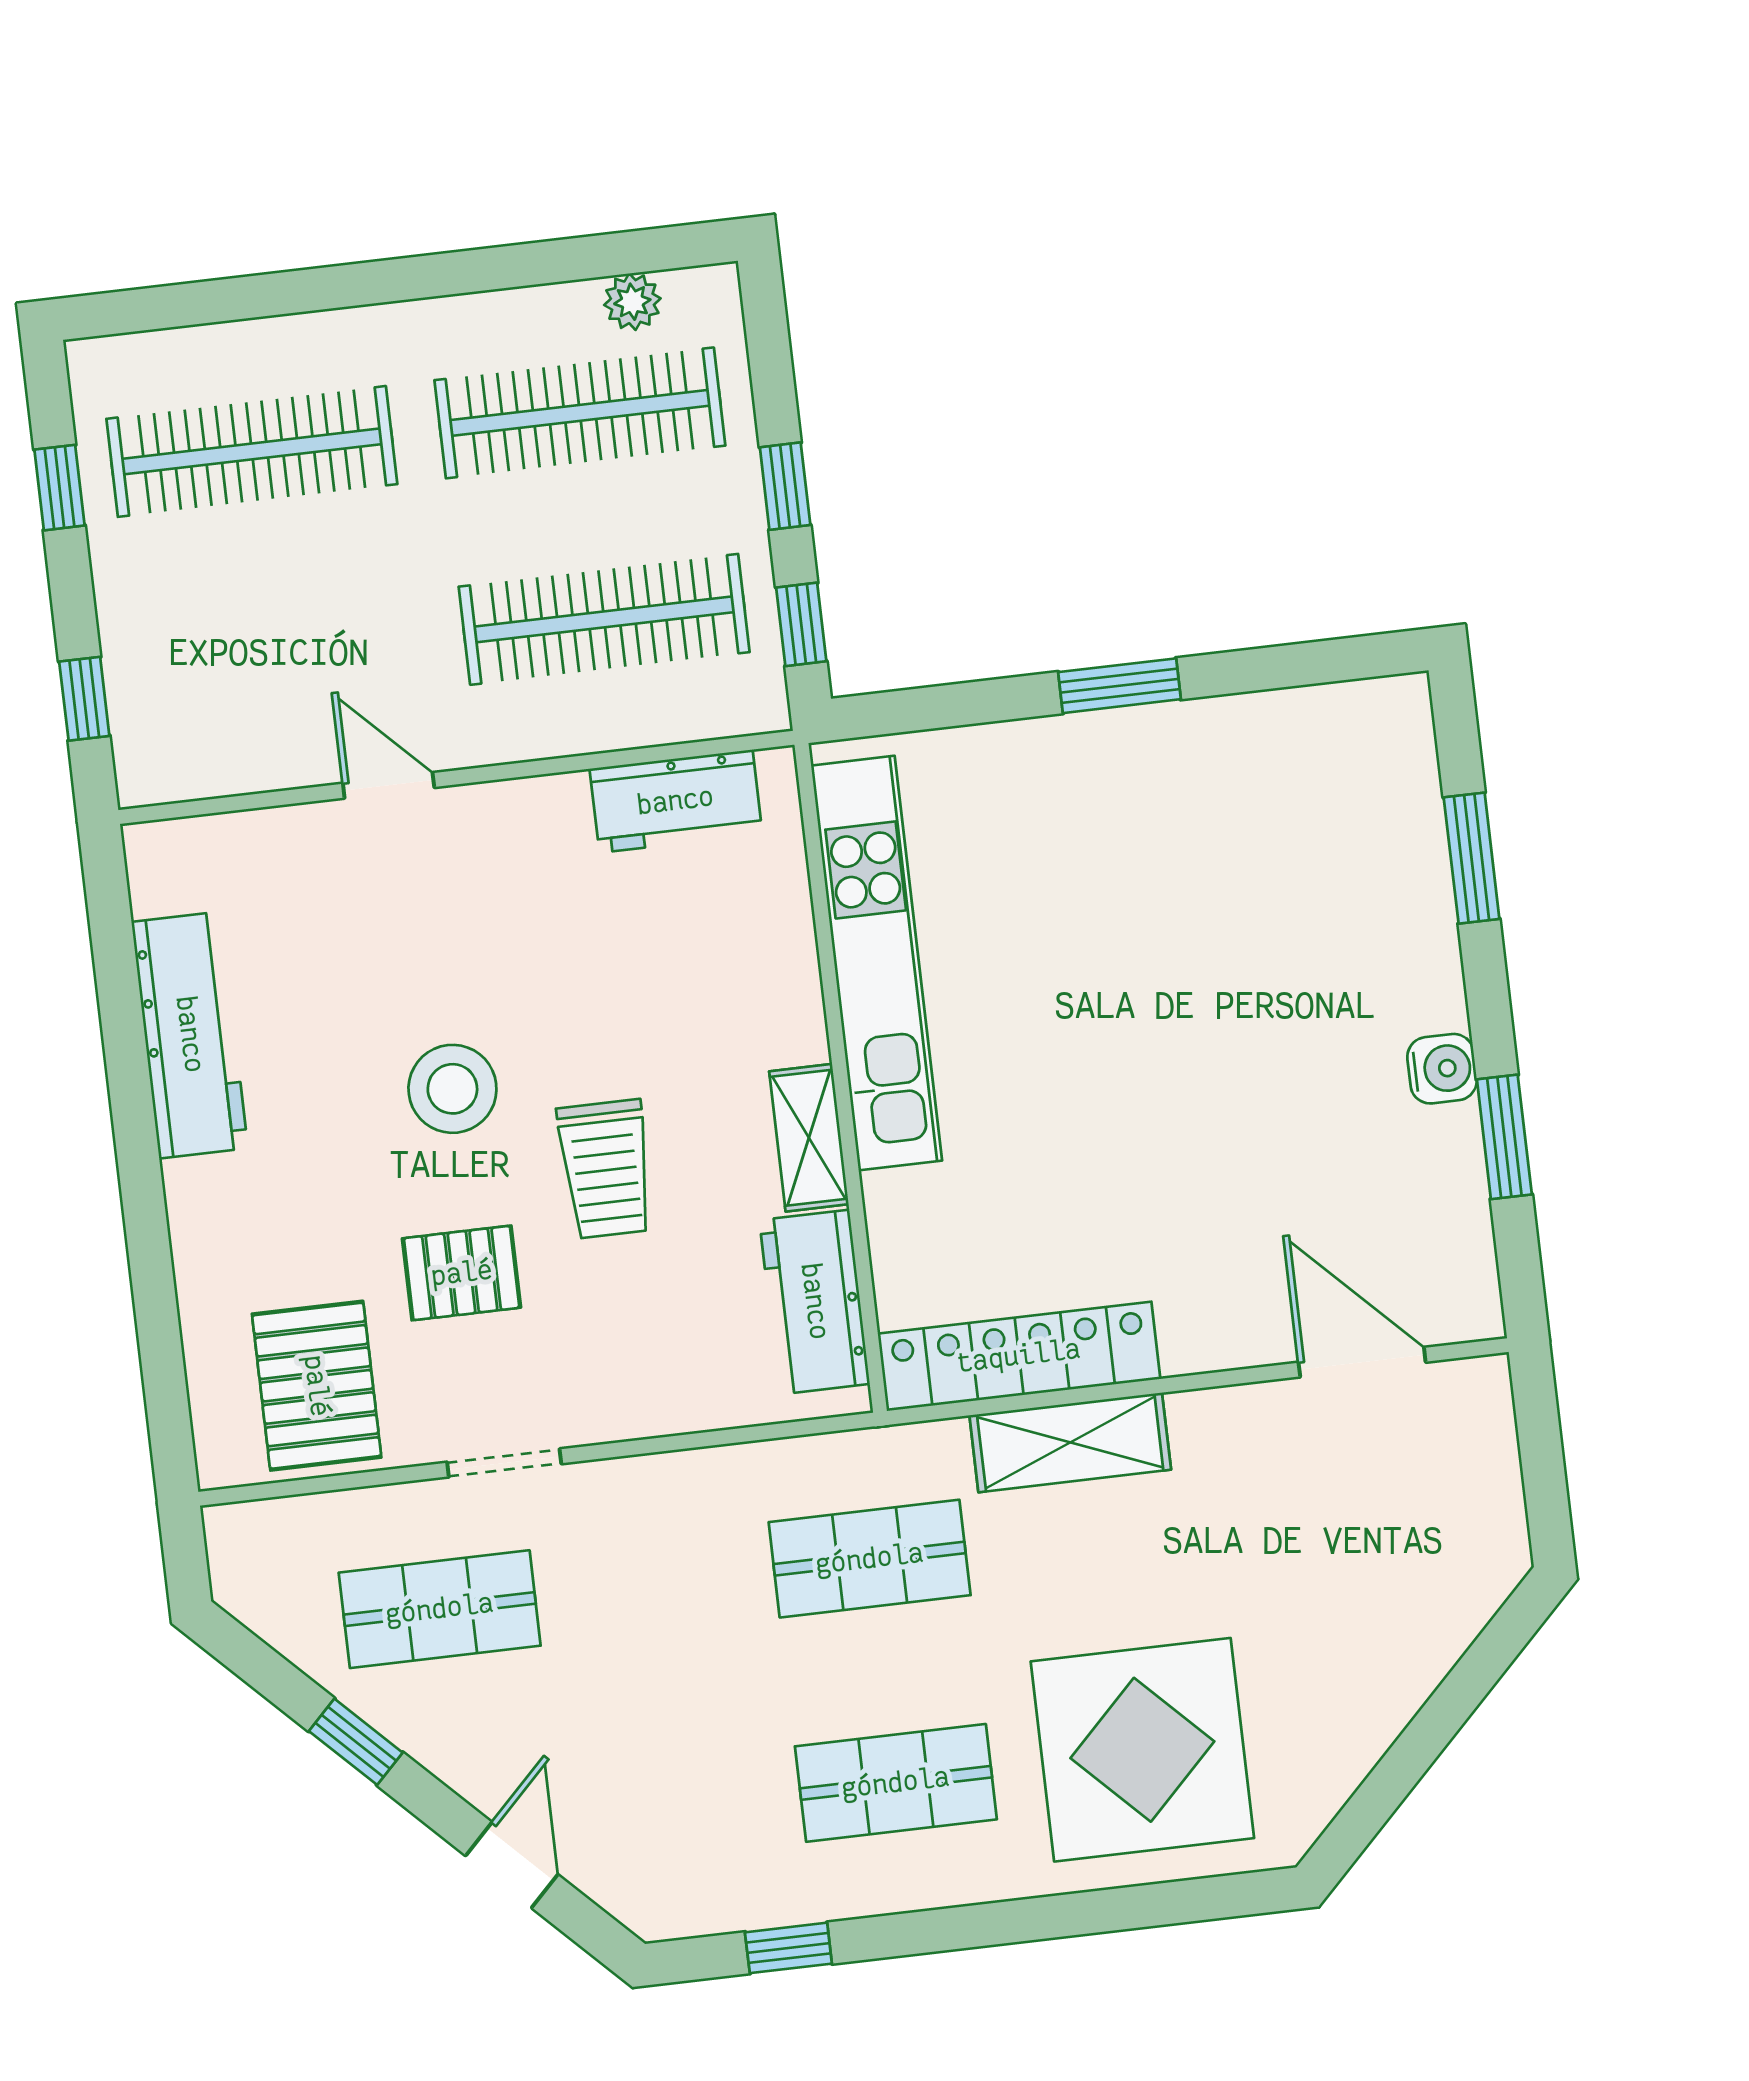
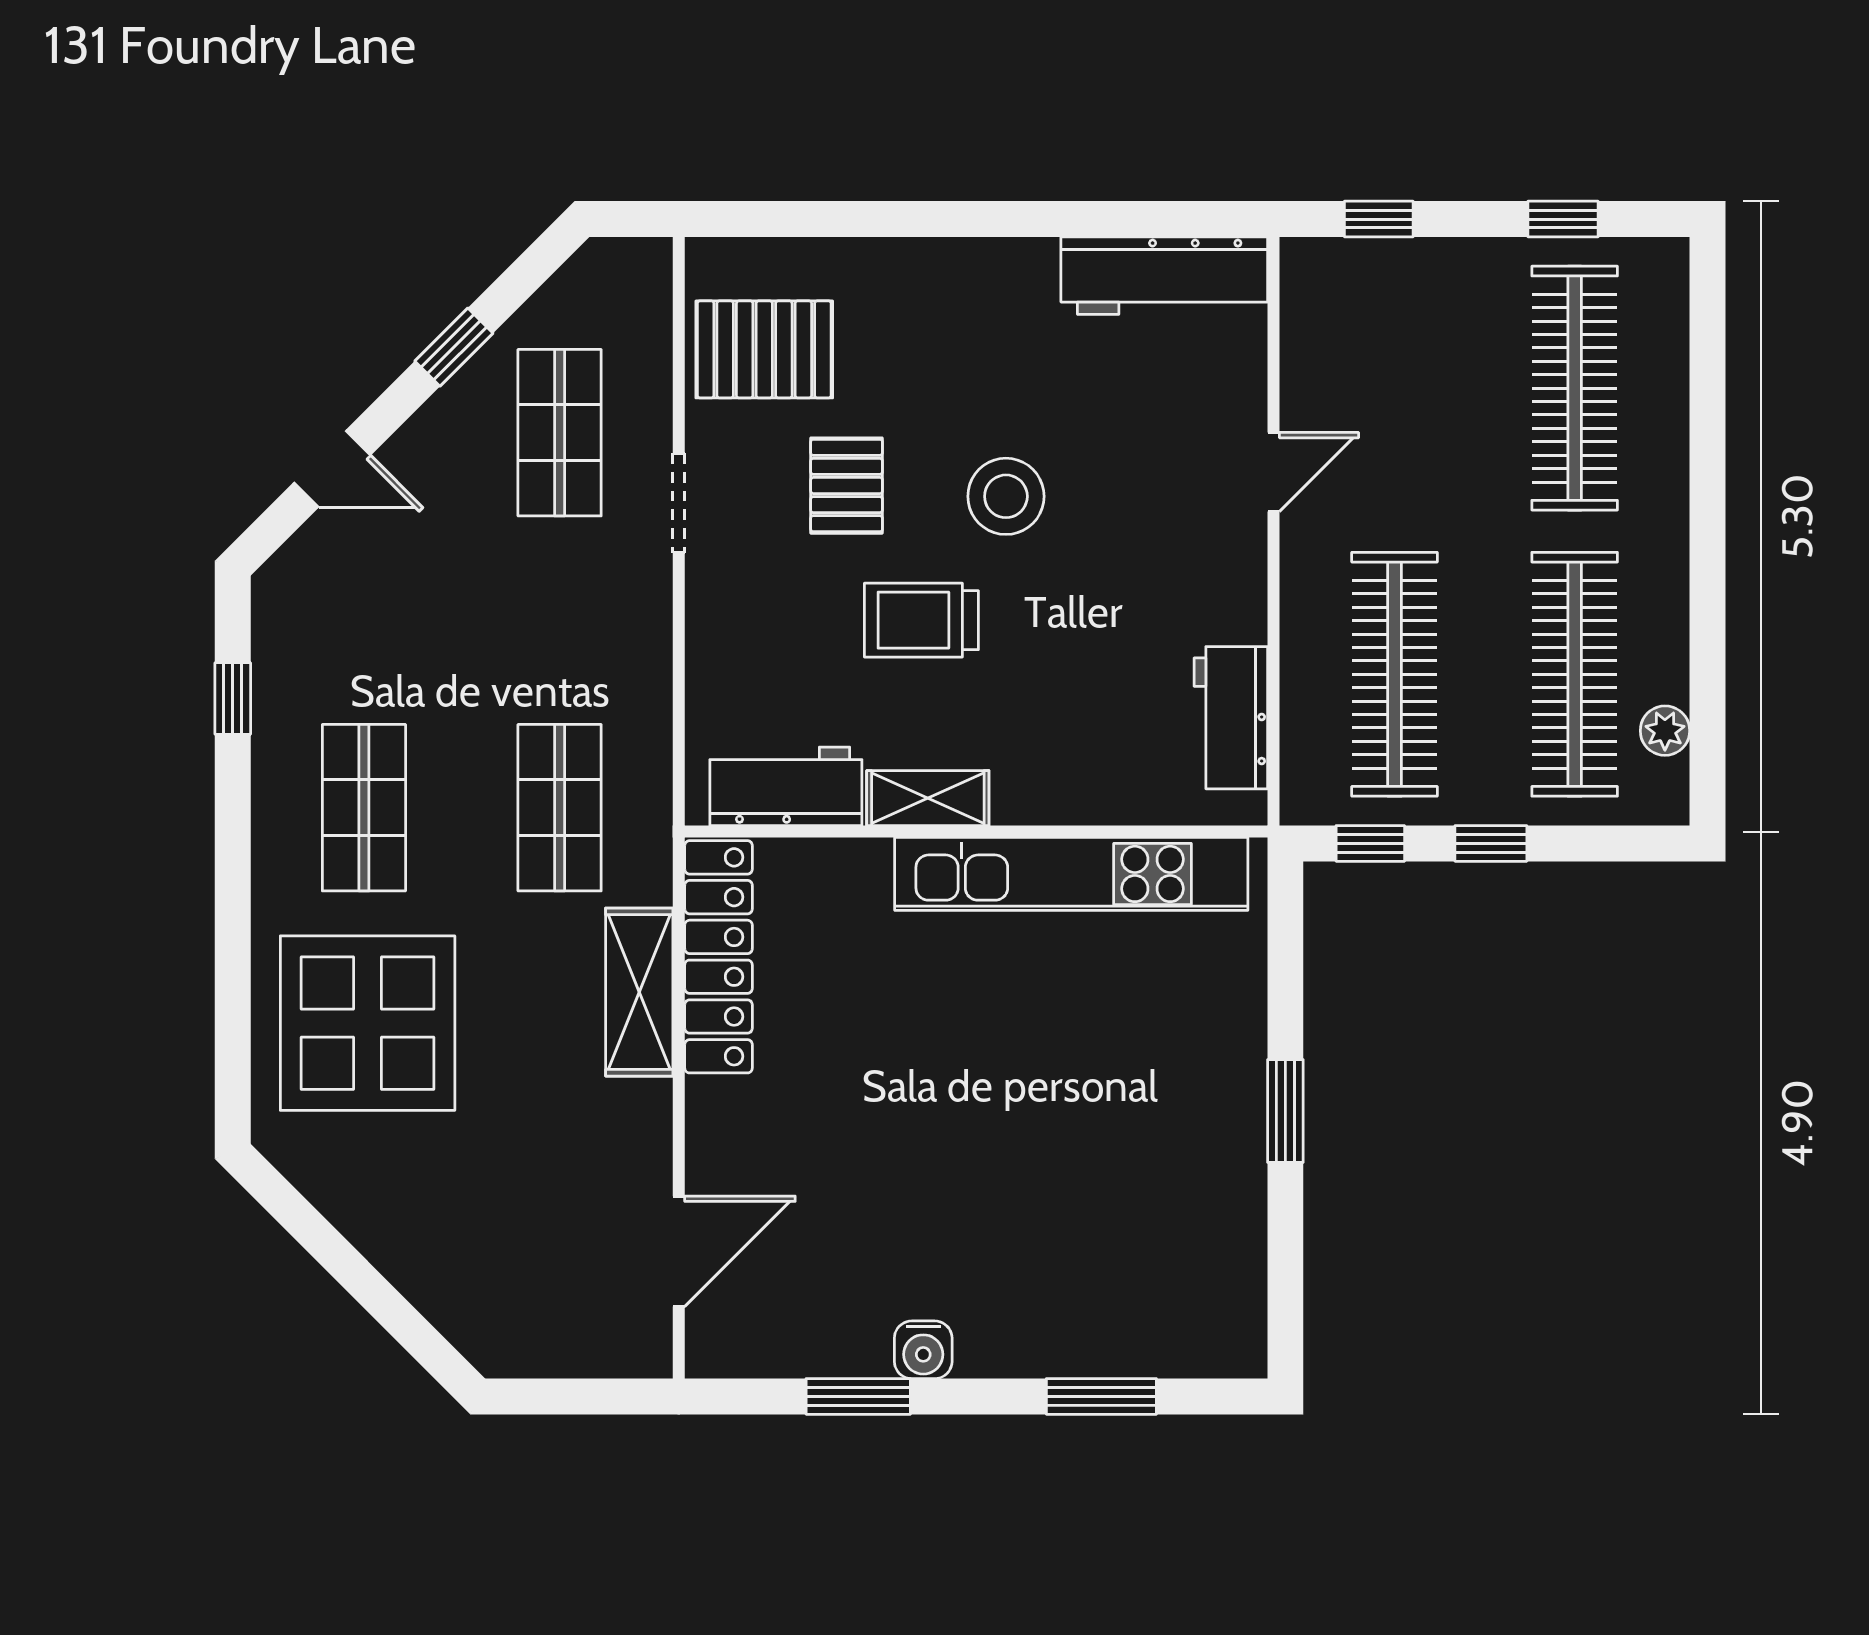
workbench: (190, 1035) -> (1164, 276), moved

